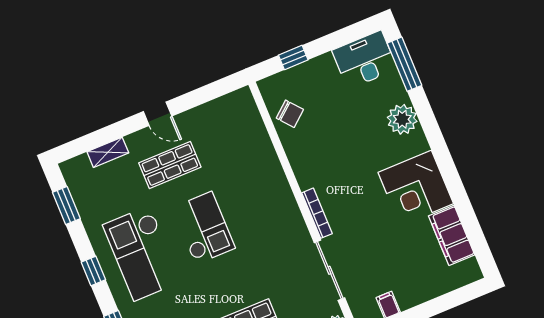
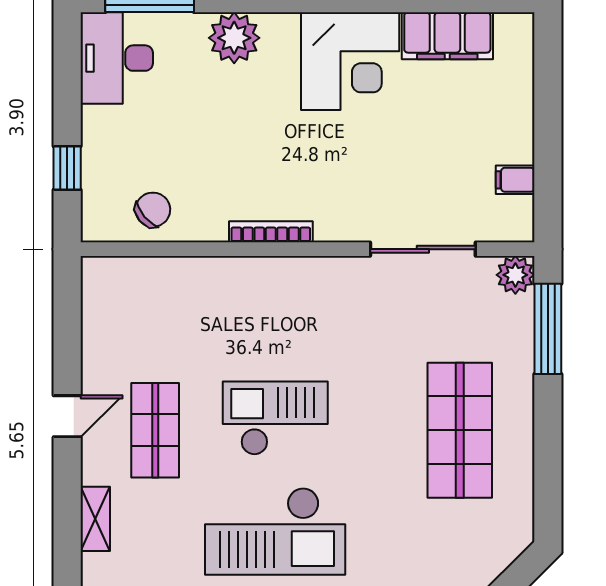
bookcase: (317, 213) -> (271, 232), moved

